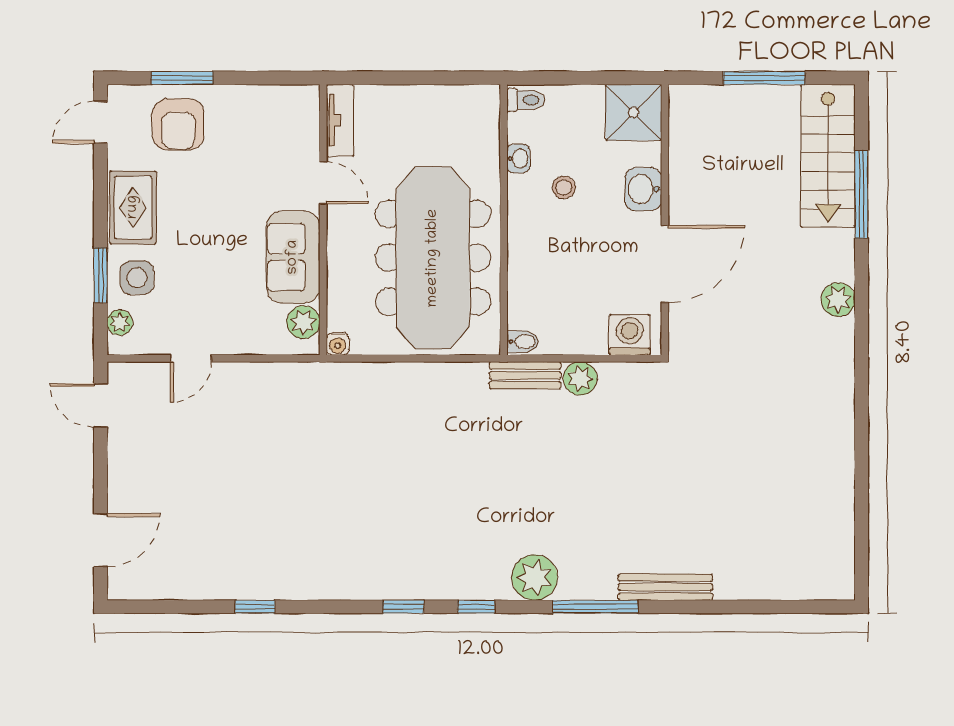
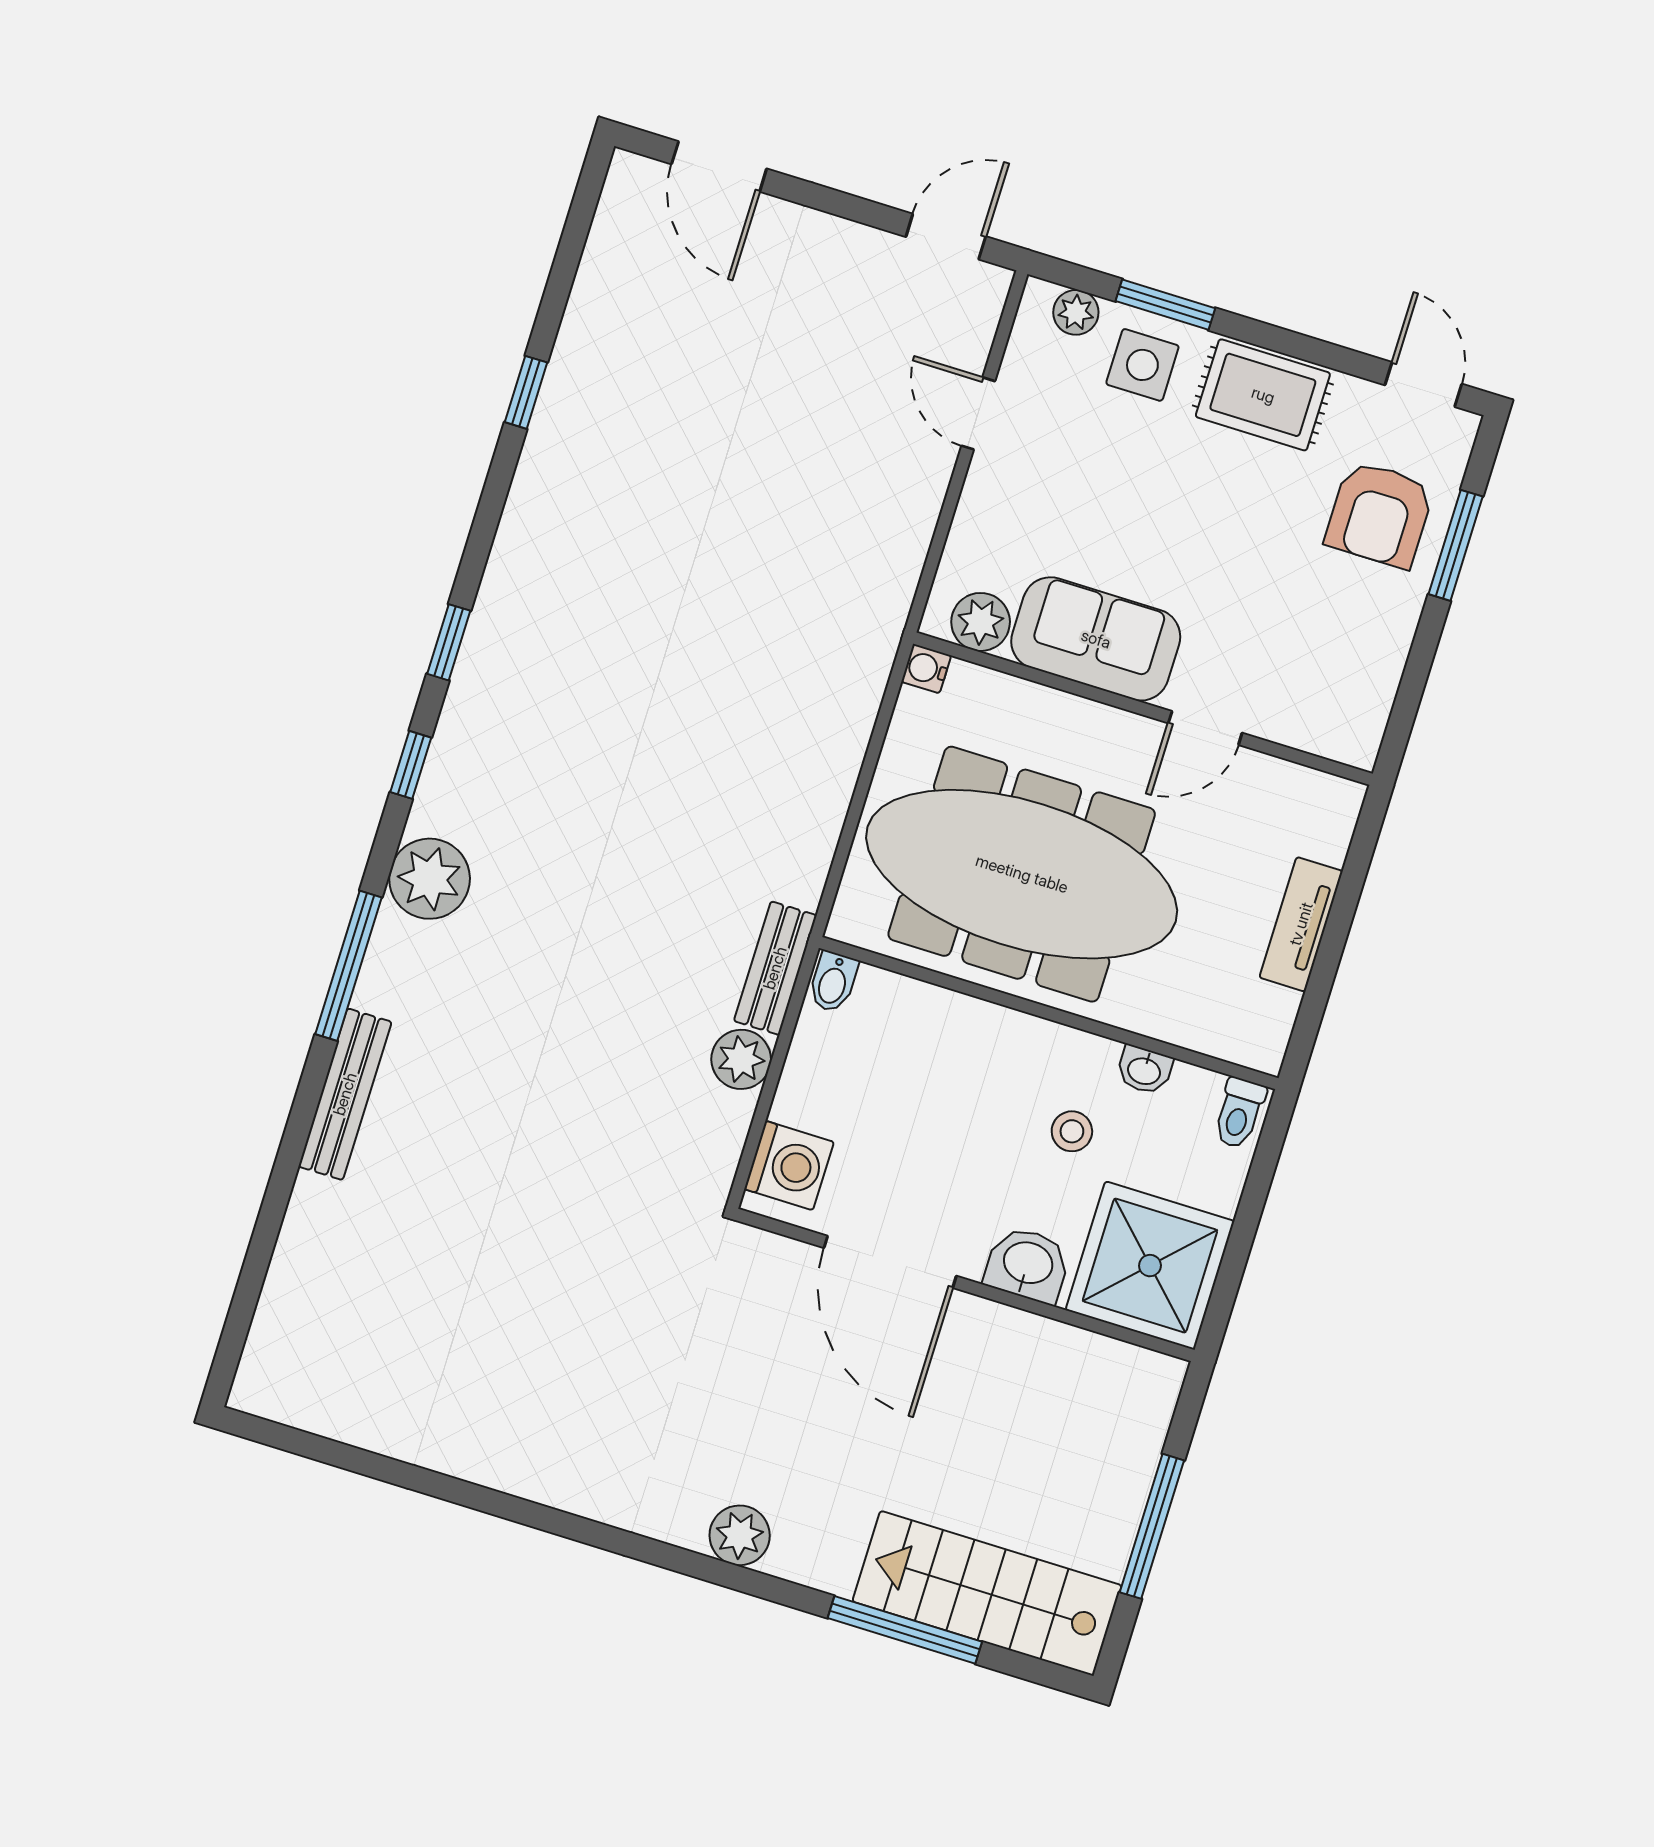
shower: (634, 112) -> (1150, 1266), width x1.37, depth x1.37
tv unit: (340, 120) -> (1301, 924), moved, turned 90
armchair: (178, 124) -> (1380, 514), turned -90

